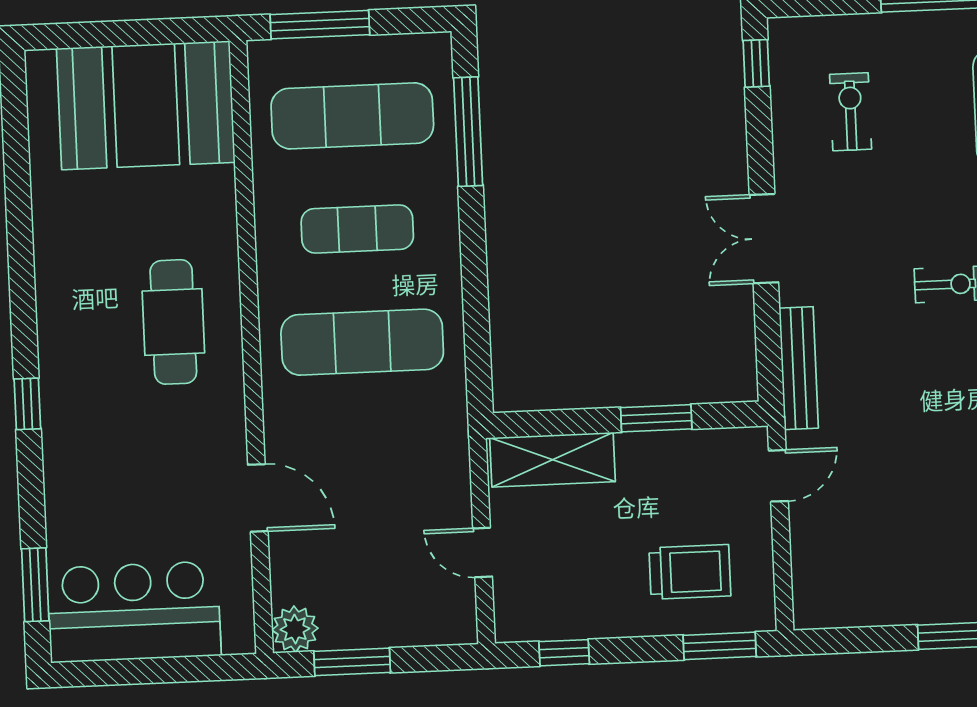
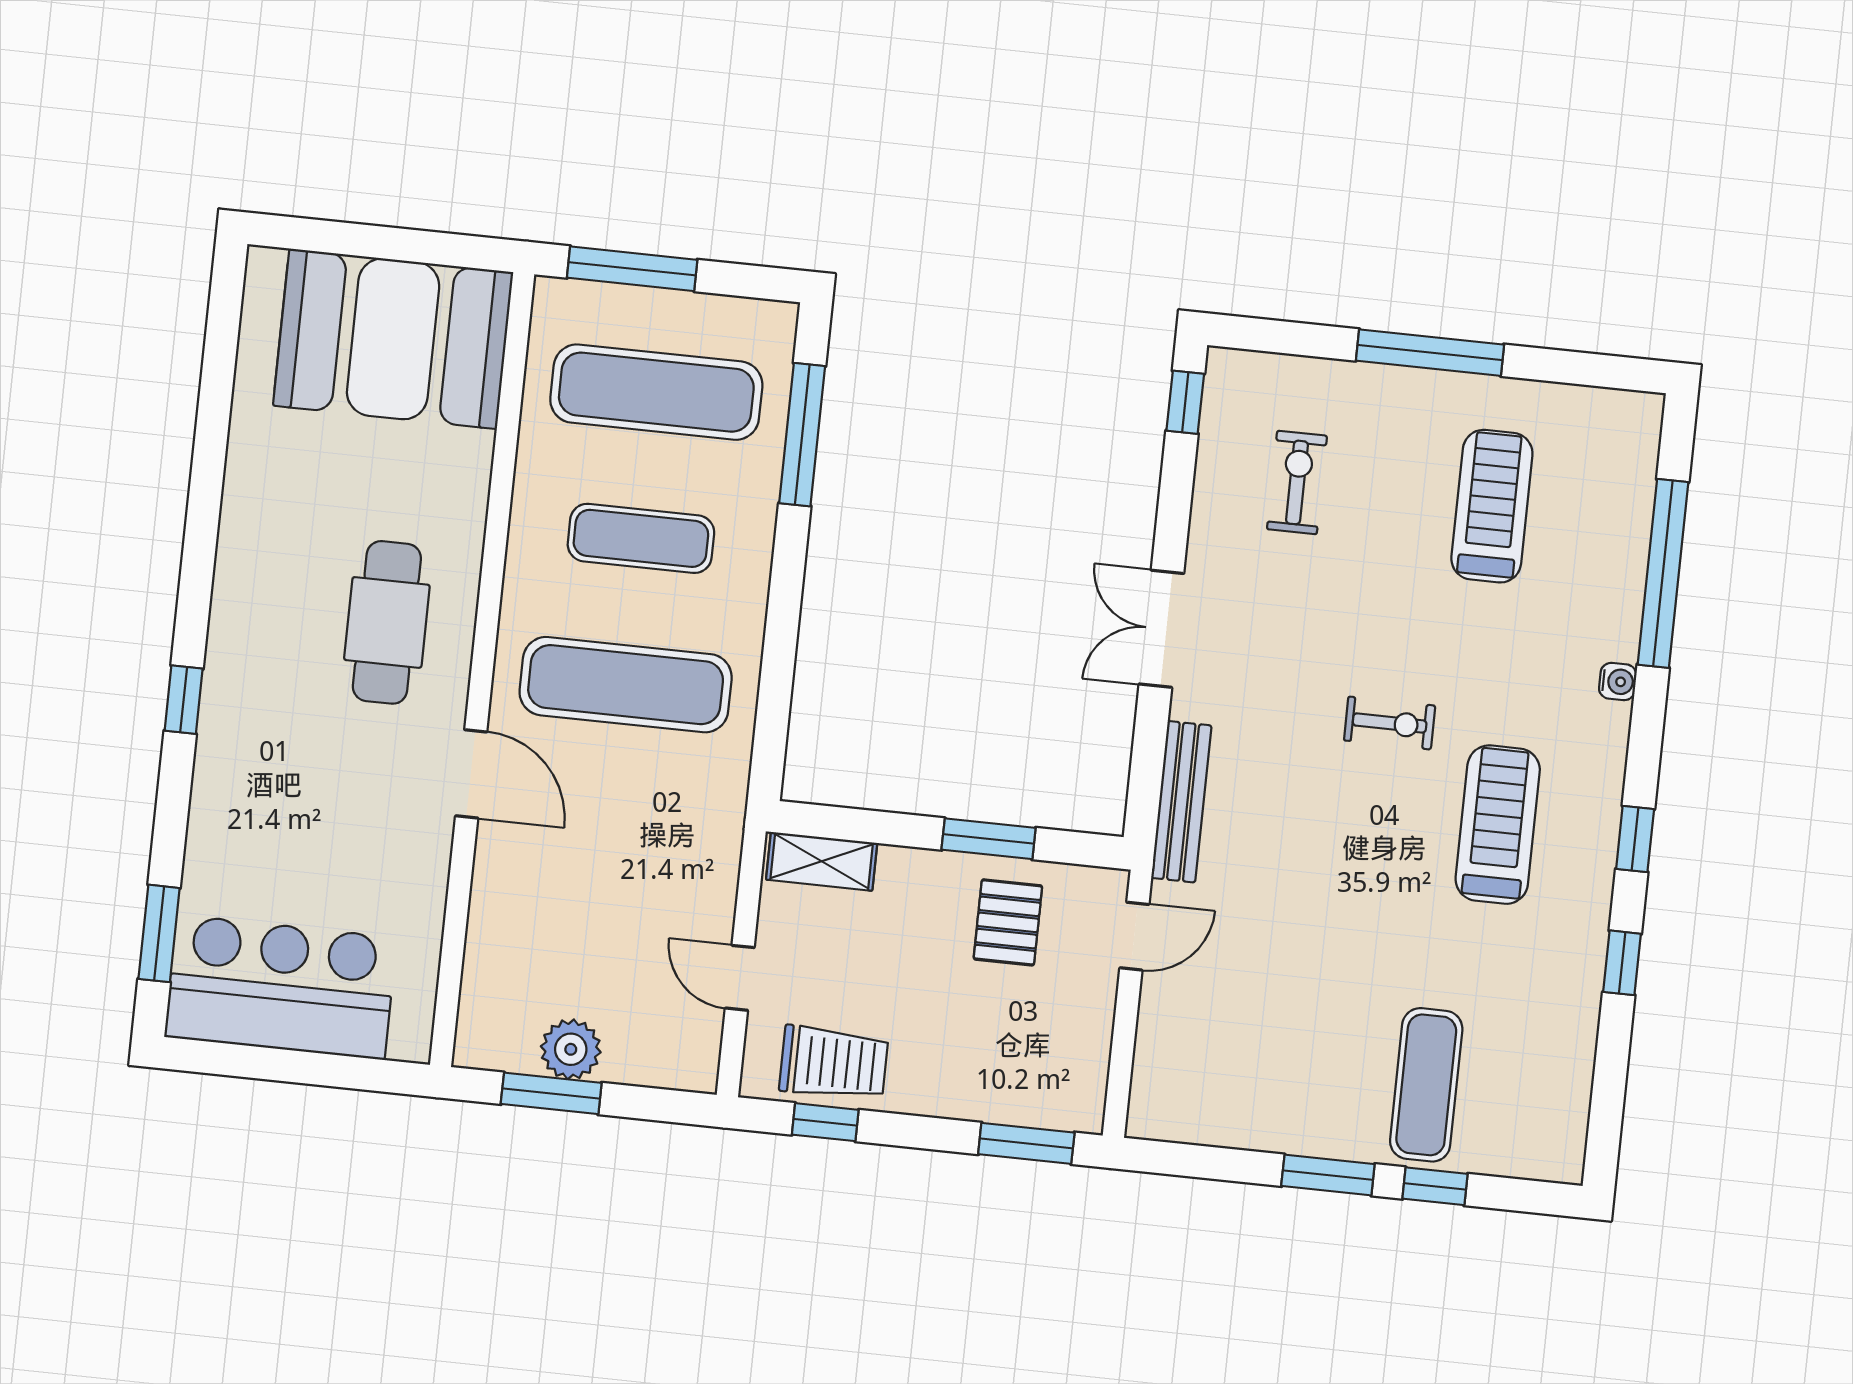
shelving: (552, 460) -> (822, 861), width x0.67, depth x0.75
pallet: (680, 480) -> (1008, 922), added
door: (258, 498) -> (471, 774), moved
trolley: (690, 572) -> (834, 1063), moved
plant: (295, 629) -> (571, 1049), moved

